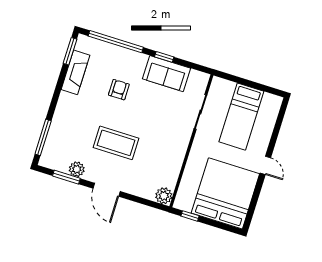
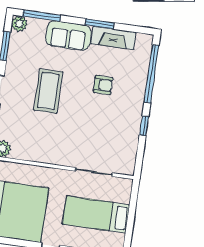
window: (70, 51) -> (99, 24), moved
sofa: (167, 74) -> (68, 35), moved, turned -90
plant: (77, 169) -> (19, 24), moved

